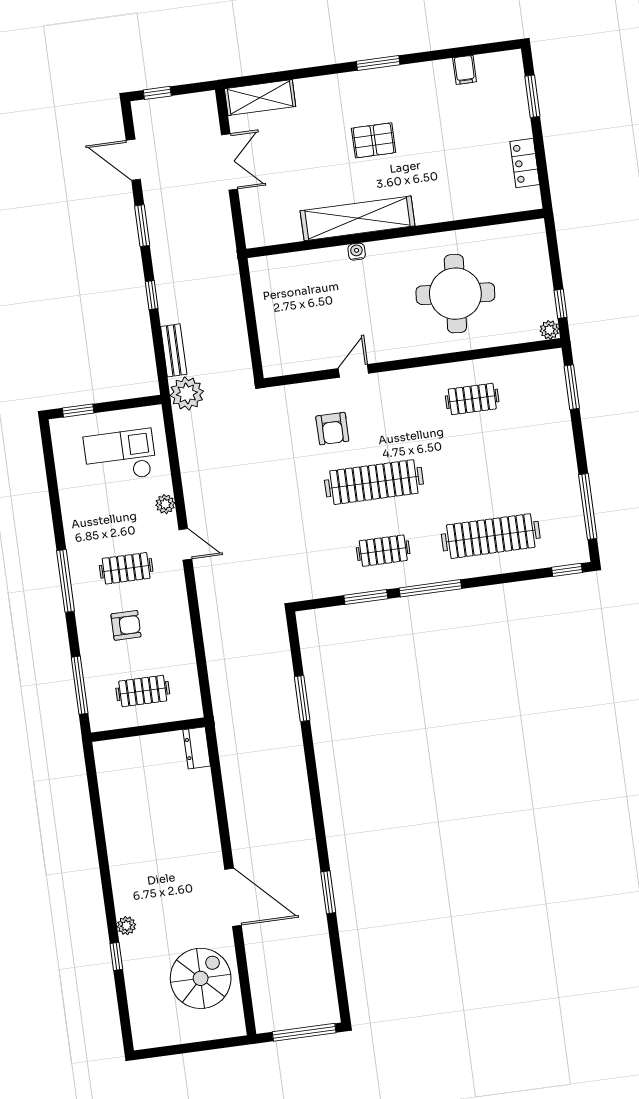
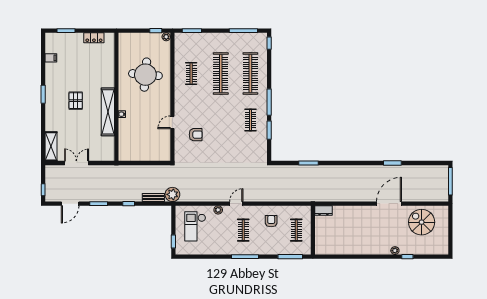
door: (353, 371) -> (172, 122), hinge flipped
clothes rail: (374, 482) -> (221, 74), moved
armchair: (126, 625) -> (271, 221), moved

